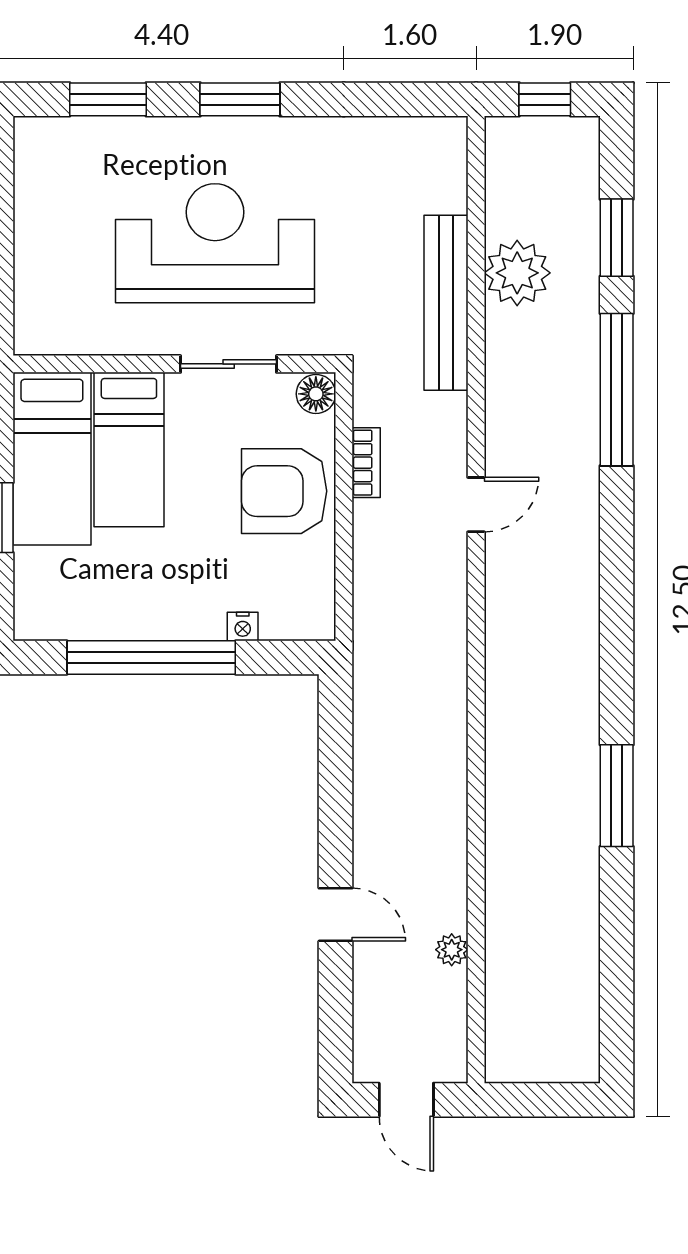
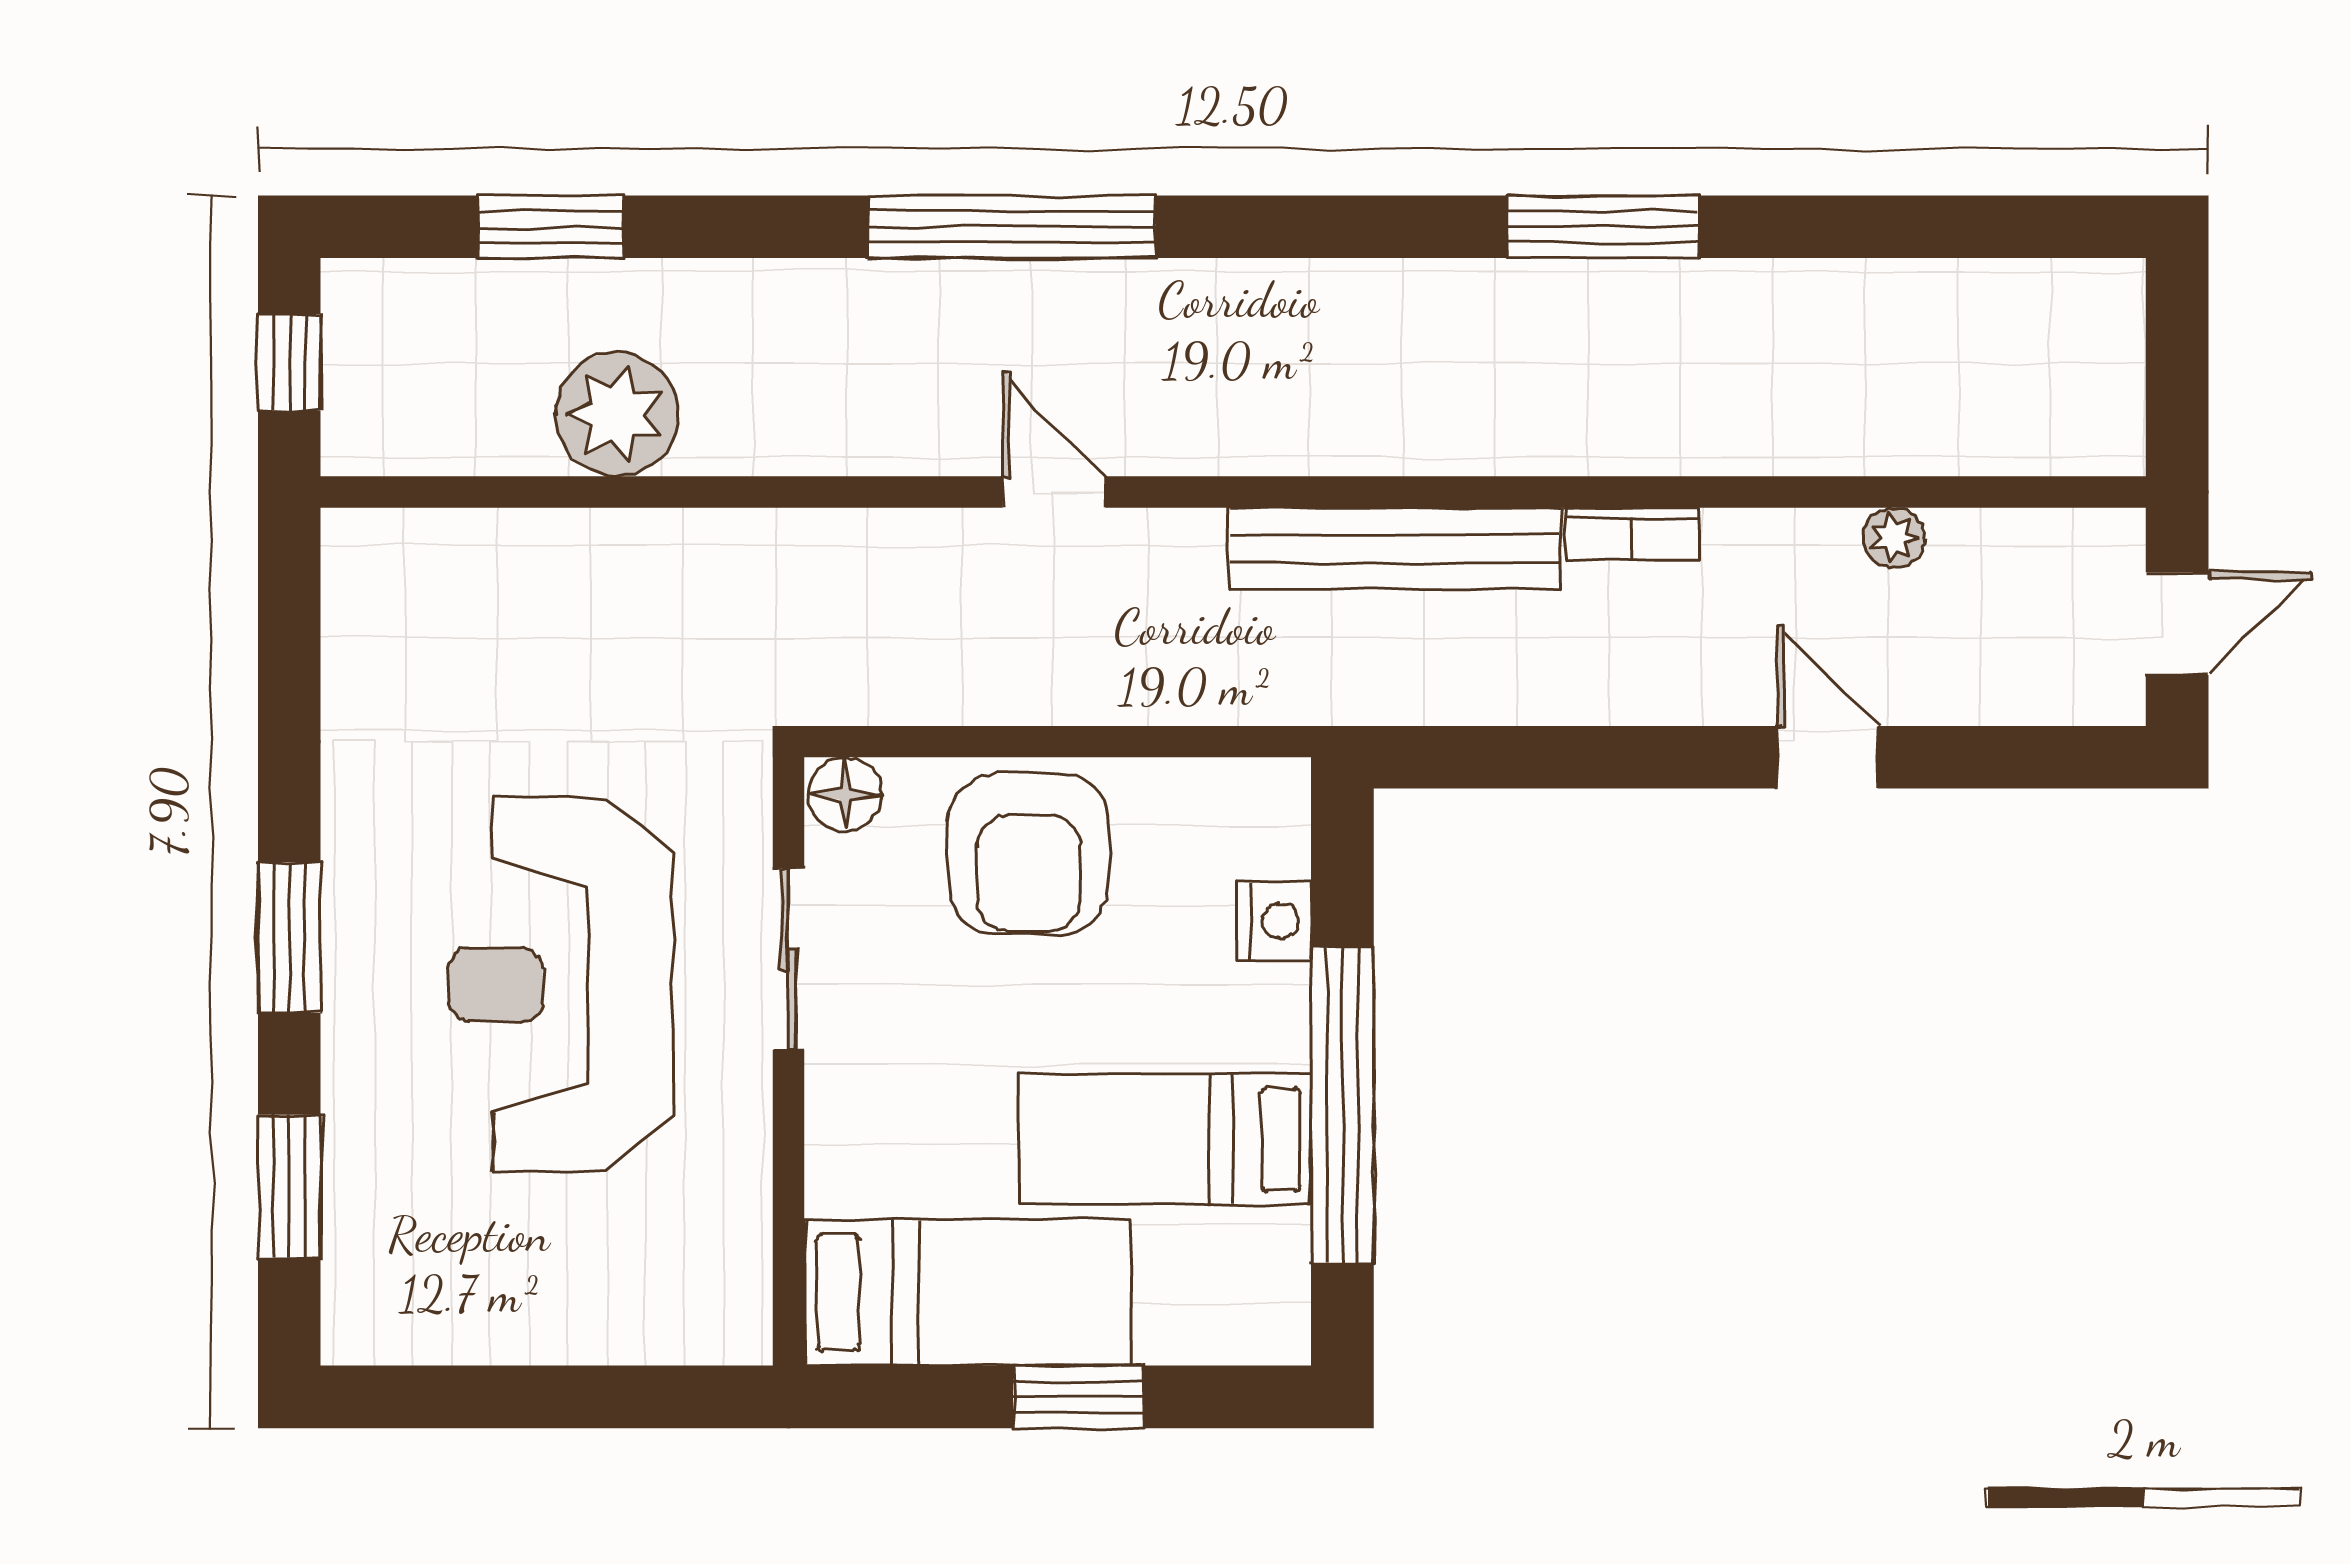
bench: (446, 303) -> (1394, 549), moved
window: (617, 390) -> (1012, 227), moved
bed: (129, 450) -> (1165, 1139), moved, turned 180
bookcase: (366, 463) -> (1632, 534), moved, turned 180
nightstand: (243, 626) -> (1274, 921), width x1.39, depth x1.35
door: (336, 915) -> (1828, 757), hinge flipped

